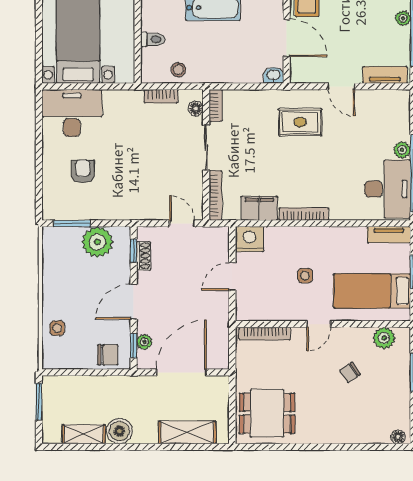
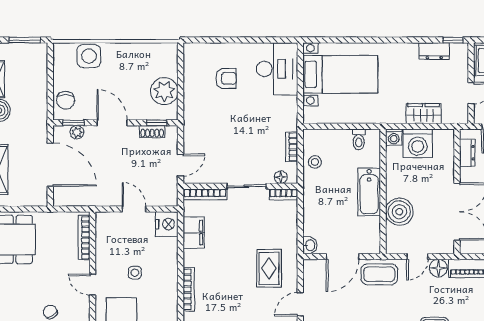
toilet: (153, 39) -> (359, 139), moved
bookcase: (304, 214) -> (189, 289), moved
window: (72, 223) -> (181, 69), removed
side table: (57, 328) -> (89, 56), width x1.87, depth x1.87

